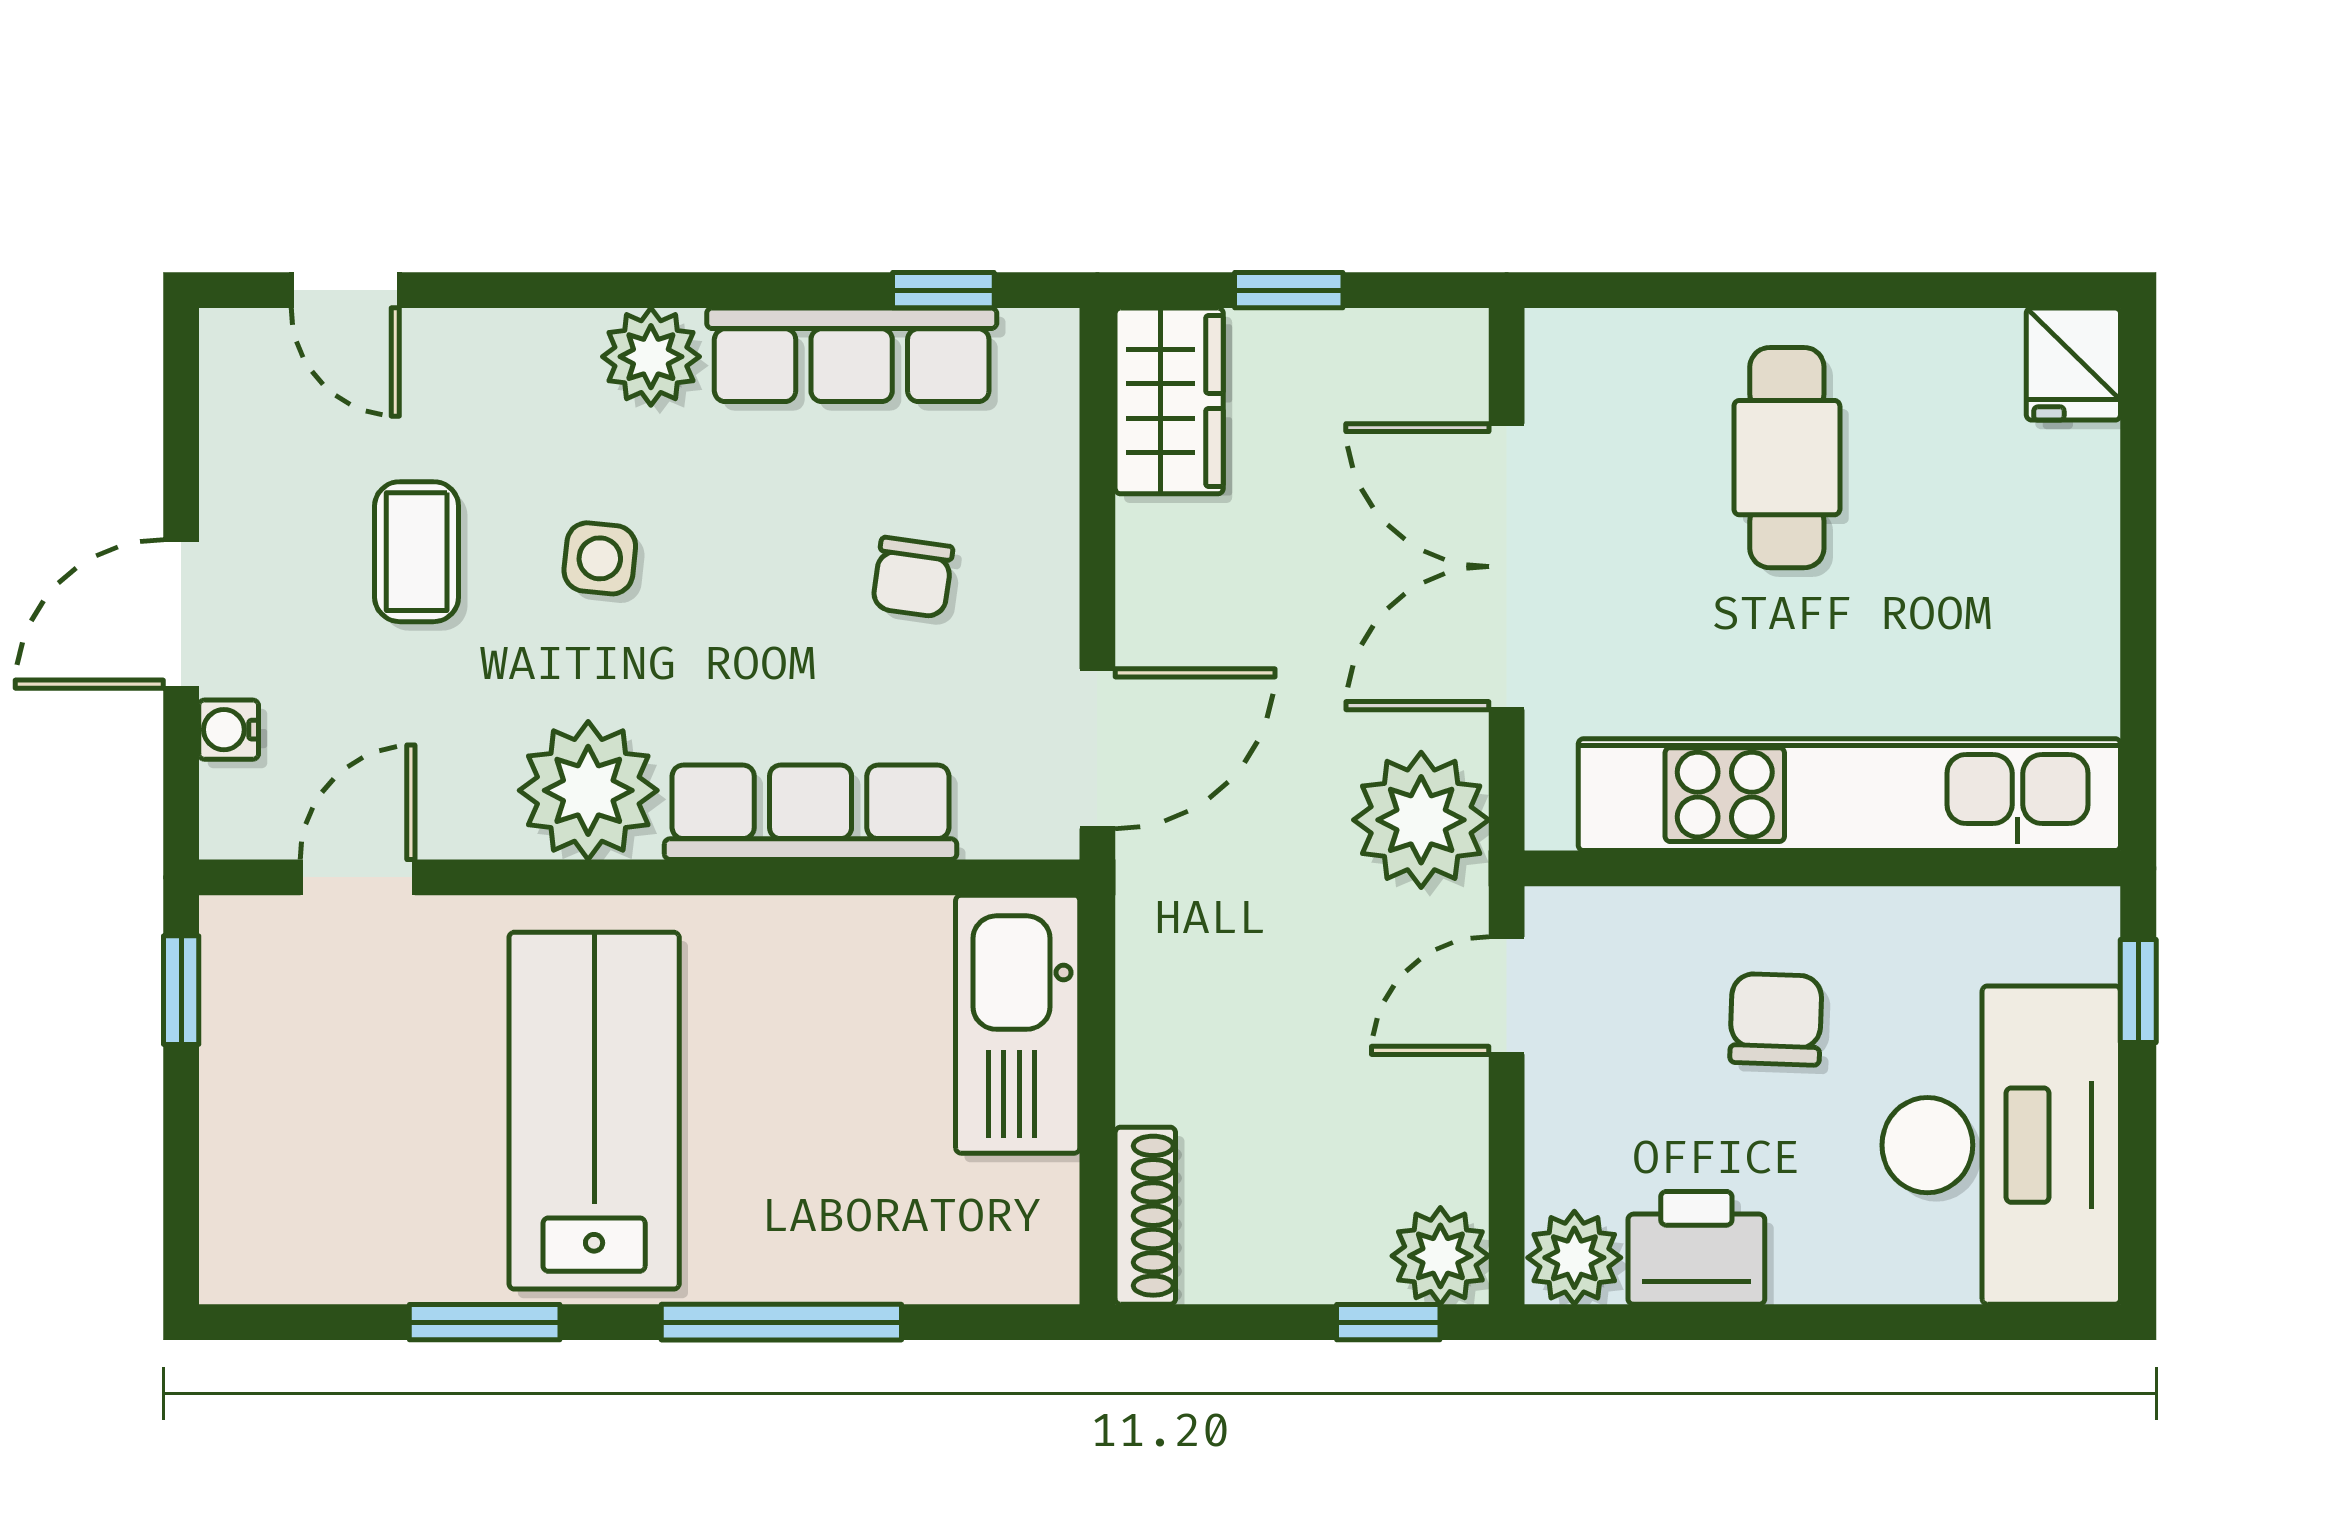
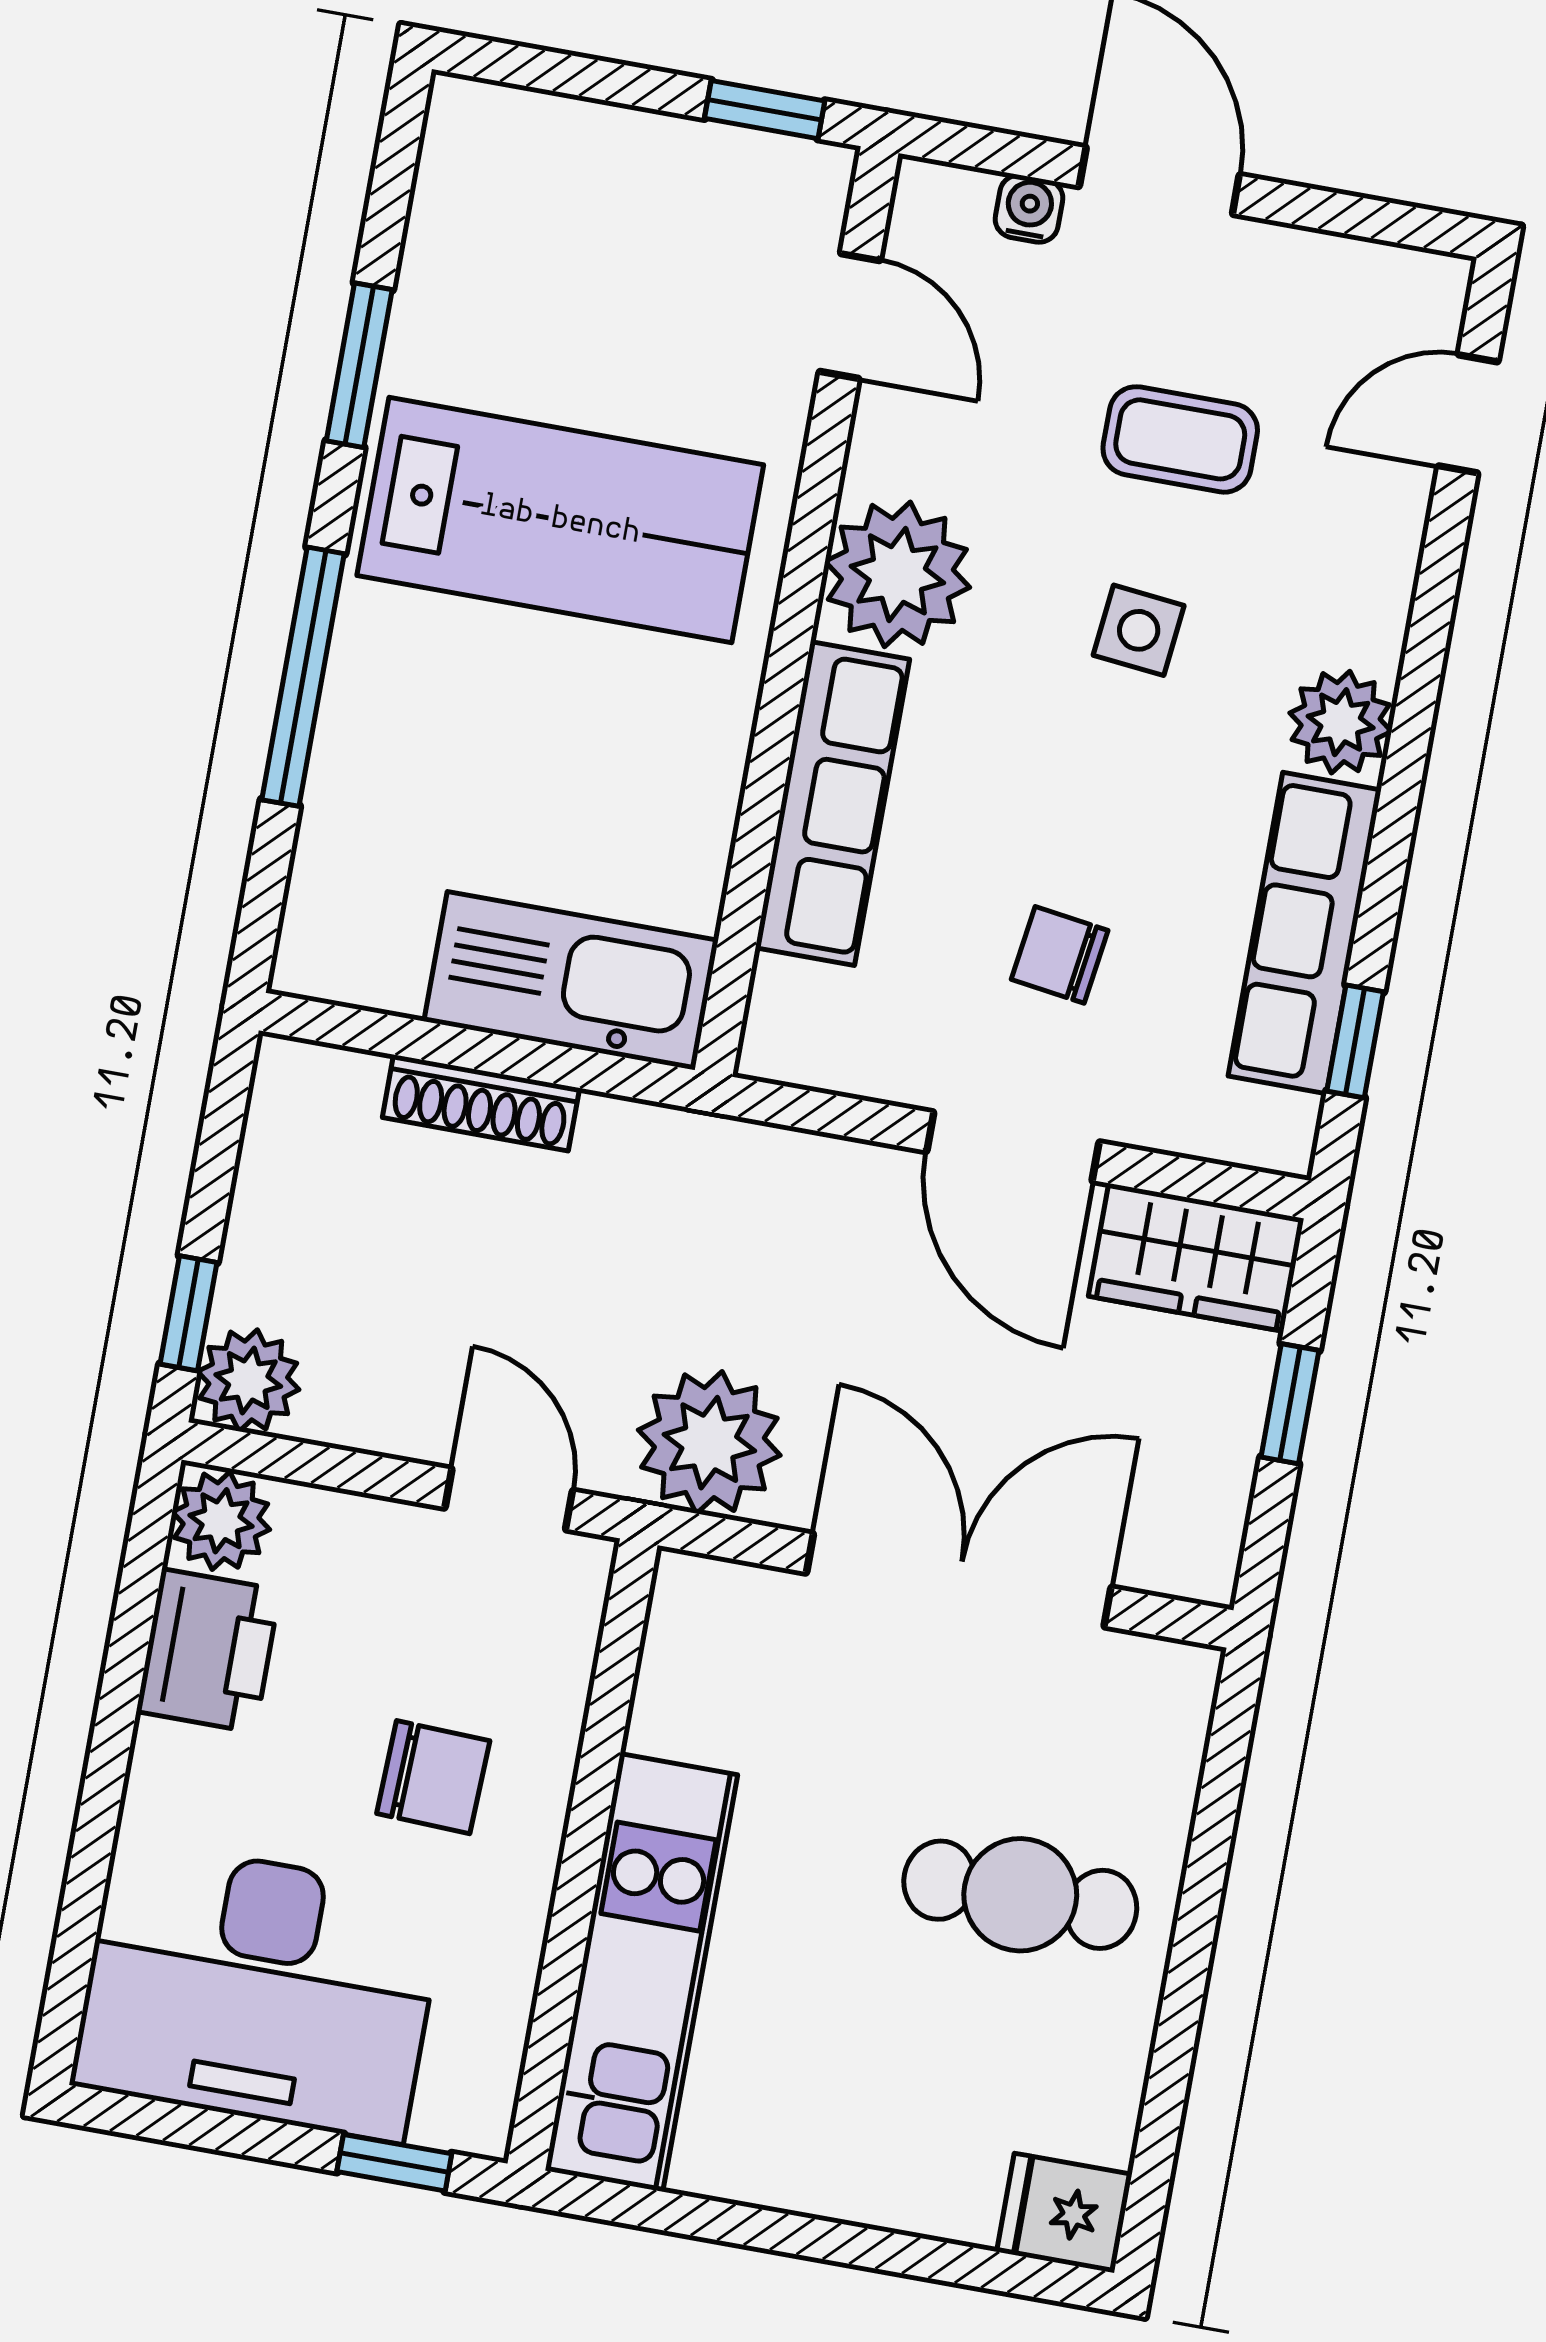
door: (1097, 749) -> (1013, 1147), moved
kitchen unit: (1849, 795) -> (641, 1973), width x0.73
shoe rack: (1145, 1216) -> (481, 1103), moved

